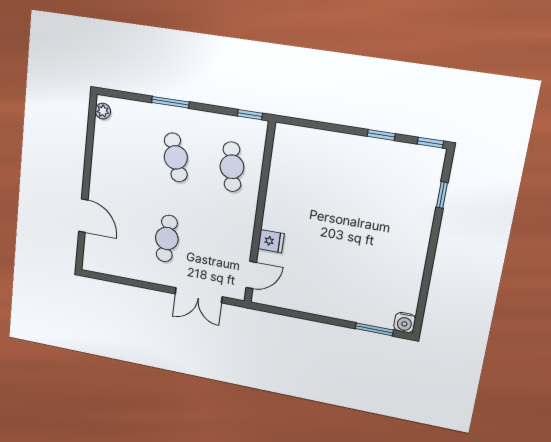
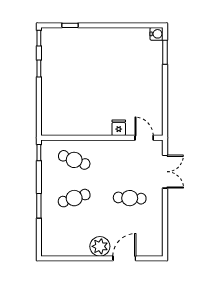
plant: (103, 111) -> (100, 246), moved, width x1.88, depth x1.88
cafe table: (232, 167) -> (74, 160), turned 30

